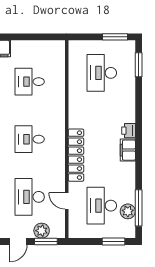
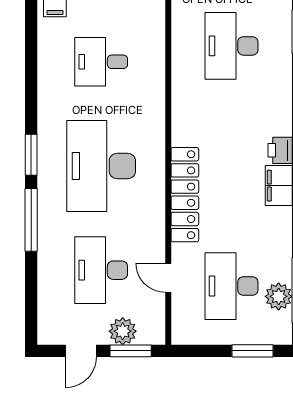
desk: (30, 139) -> (101, 166), width x1.87, depth x1.30

